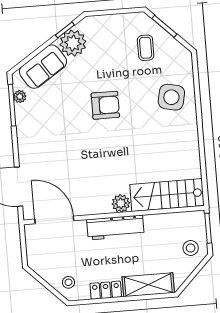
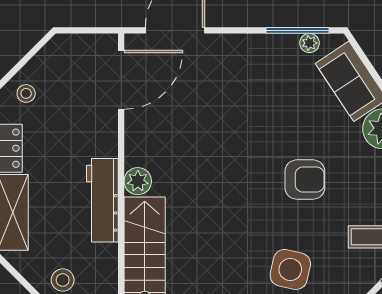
armchair: (105, 105) -> (305, 180), moved, turned -90
workbench: (115, 227) -> (102, 200), moved

